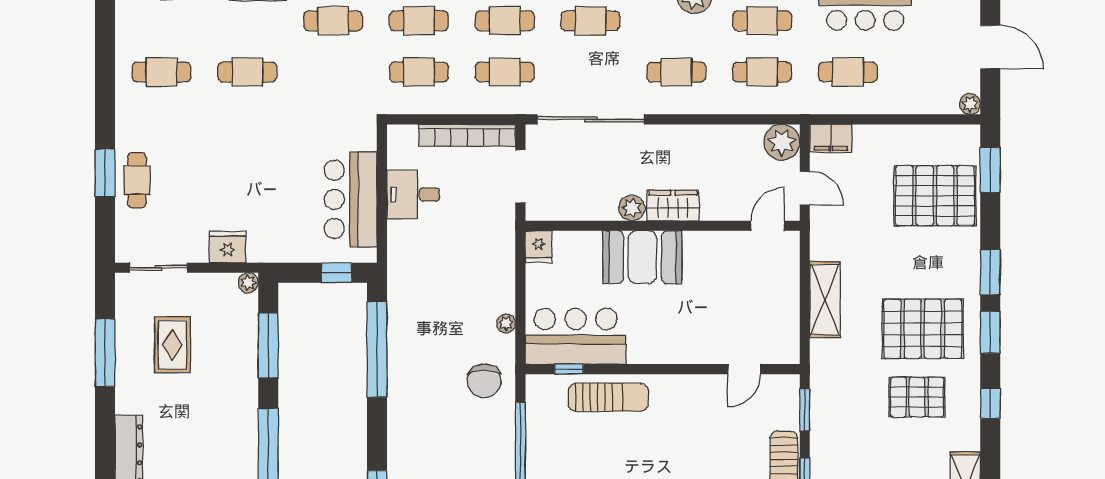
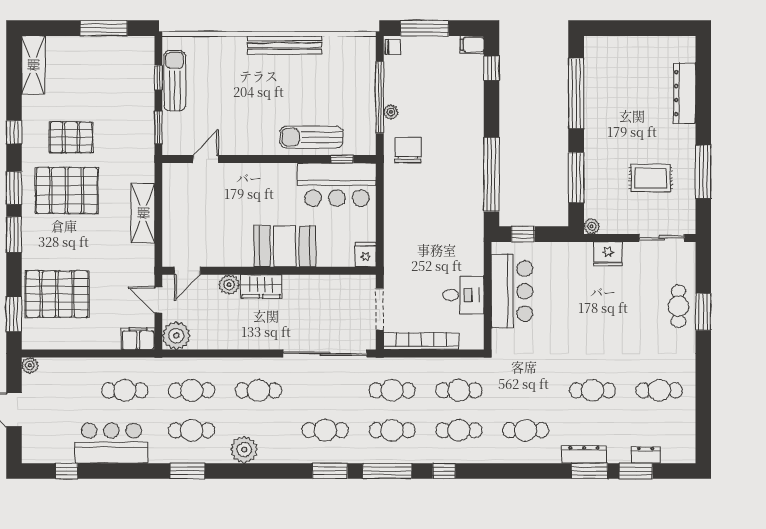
plant: (632, 208) -> (229, 285), moved
plant: (506, 323) -> (391, 112), moved
rug: (172, 345) -> (651, 178), turned 90

